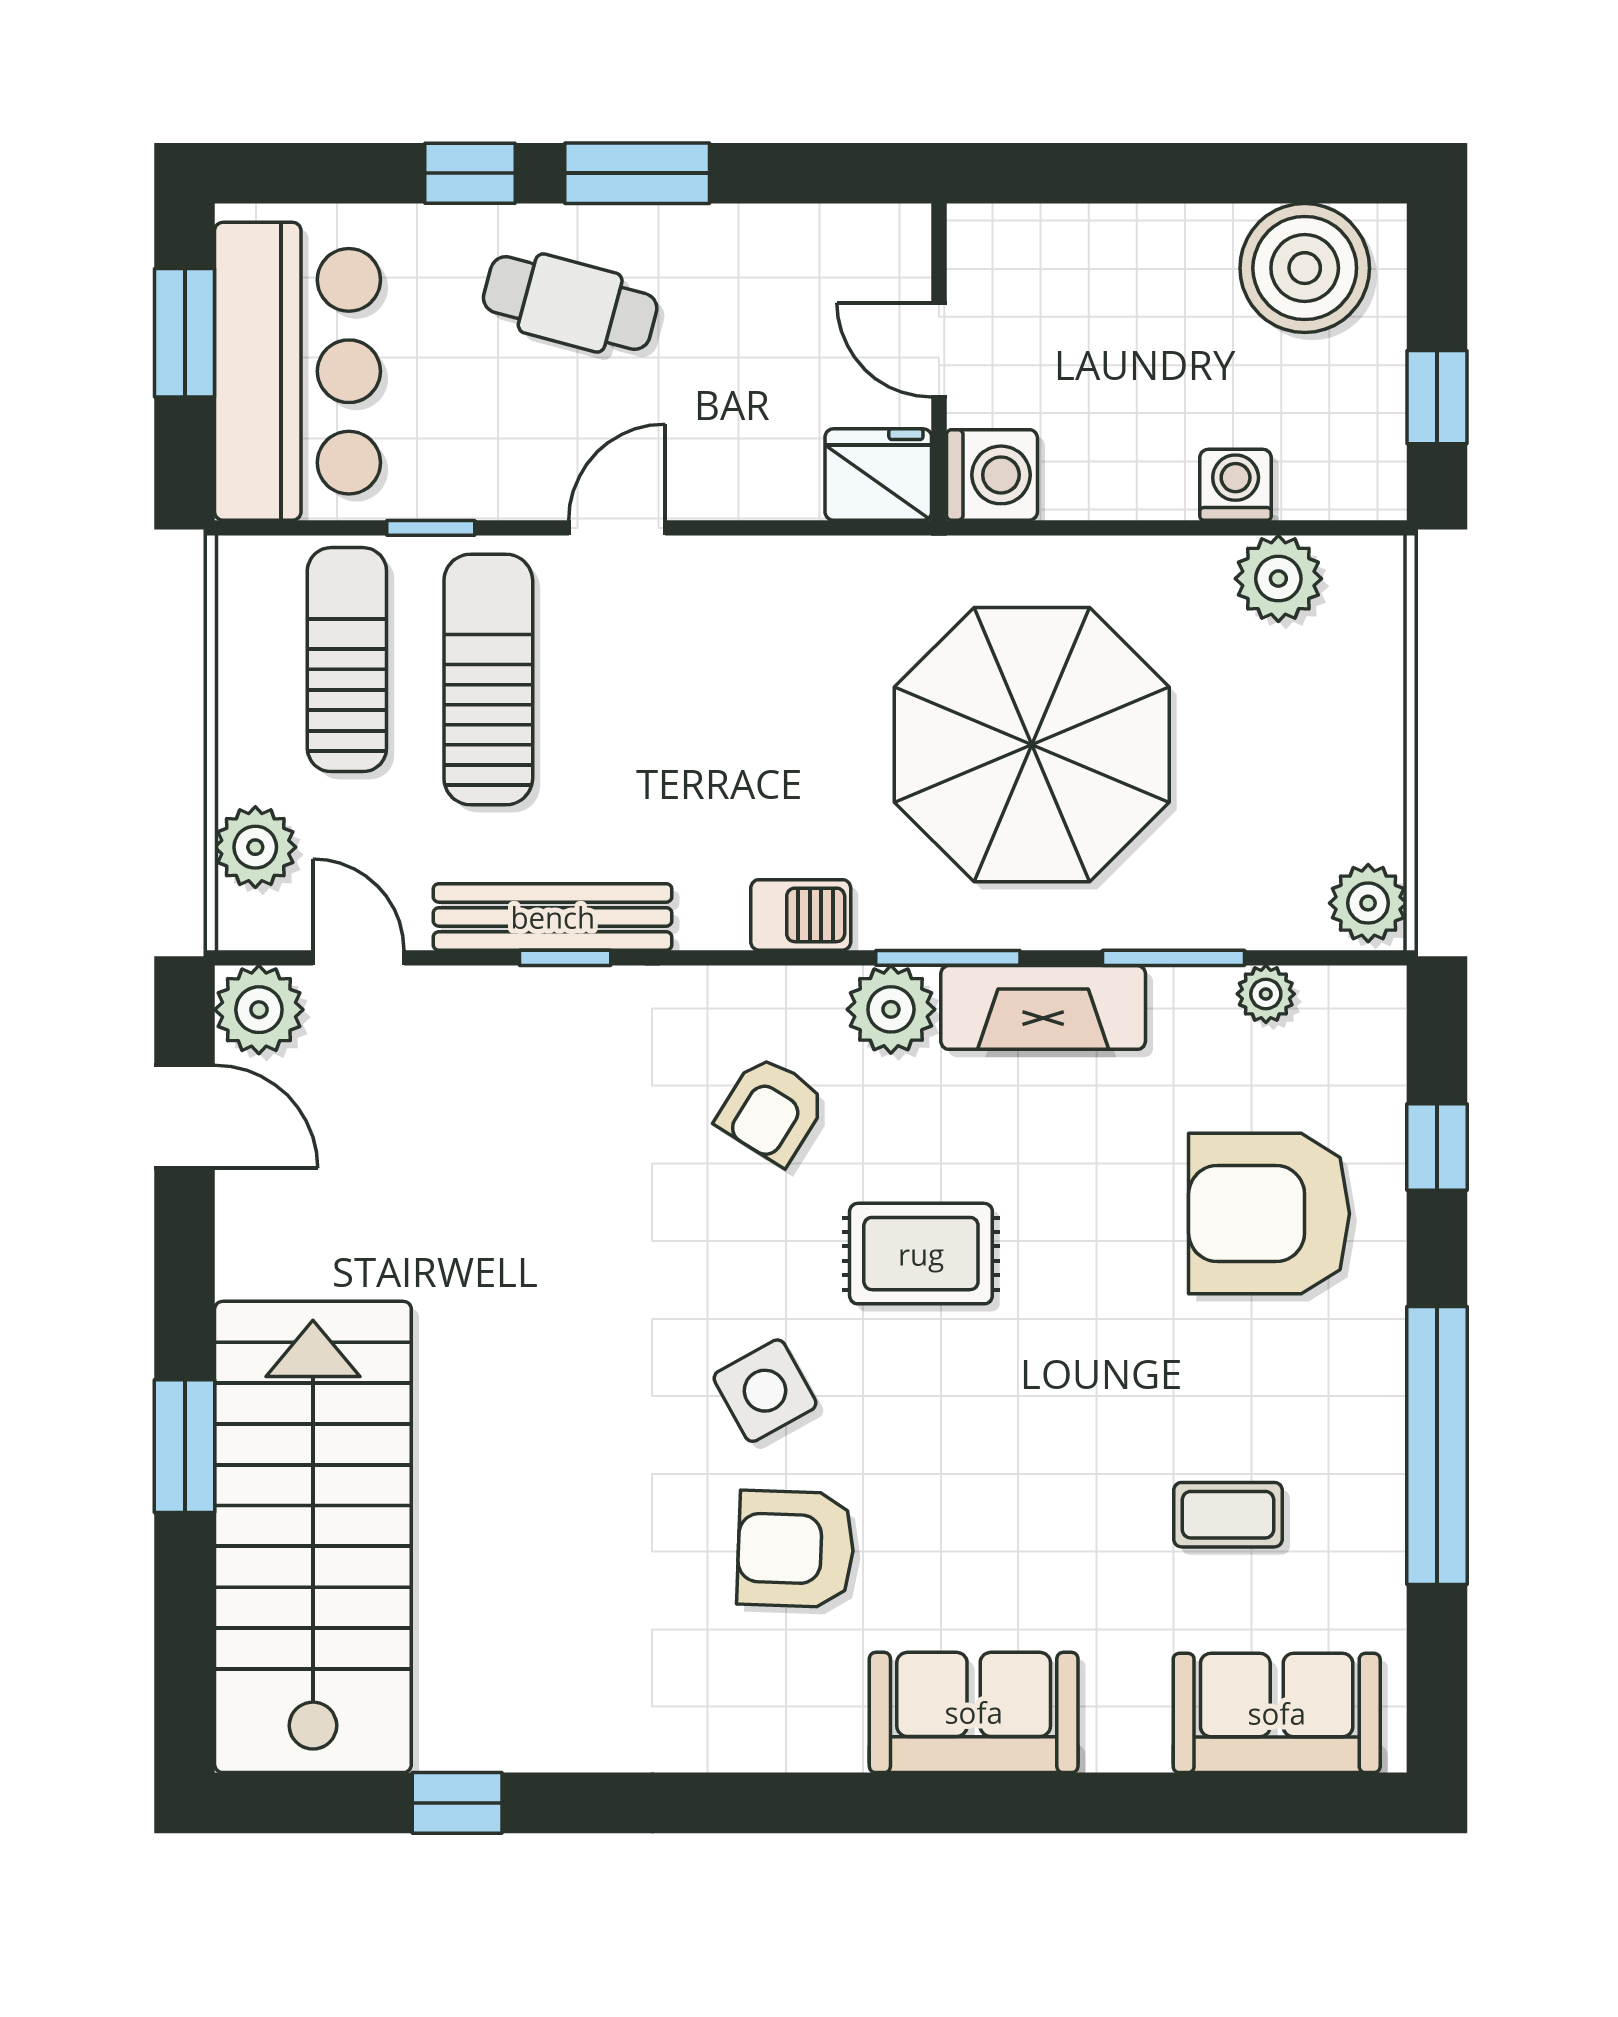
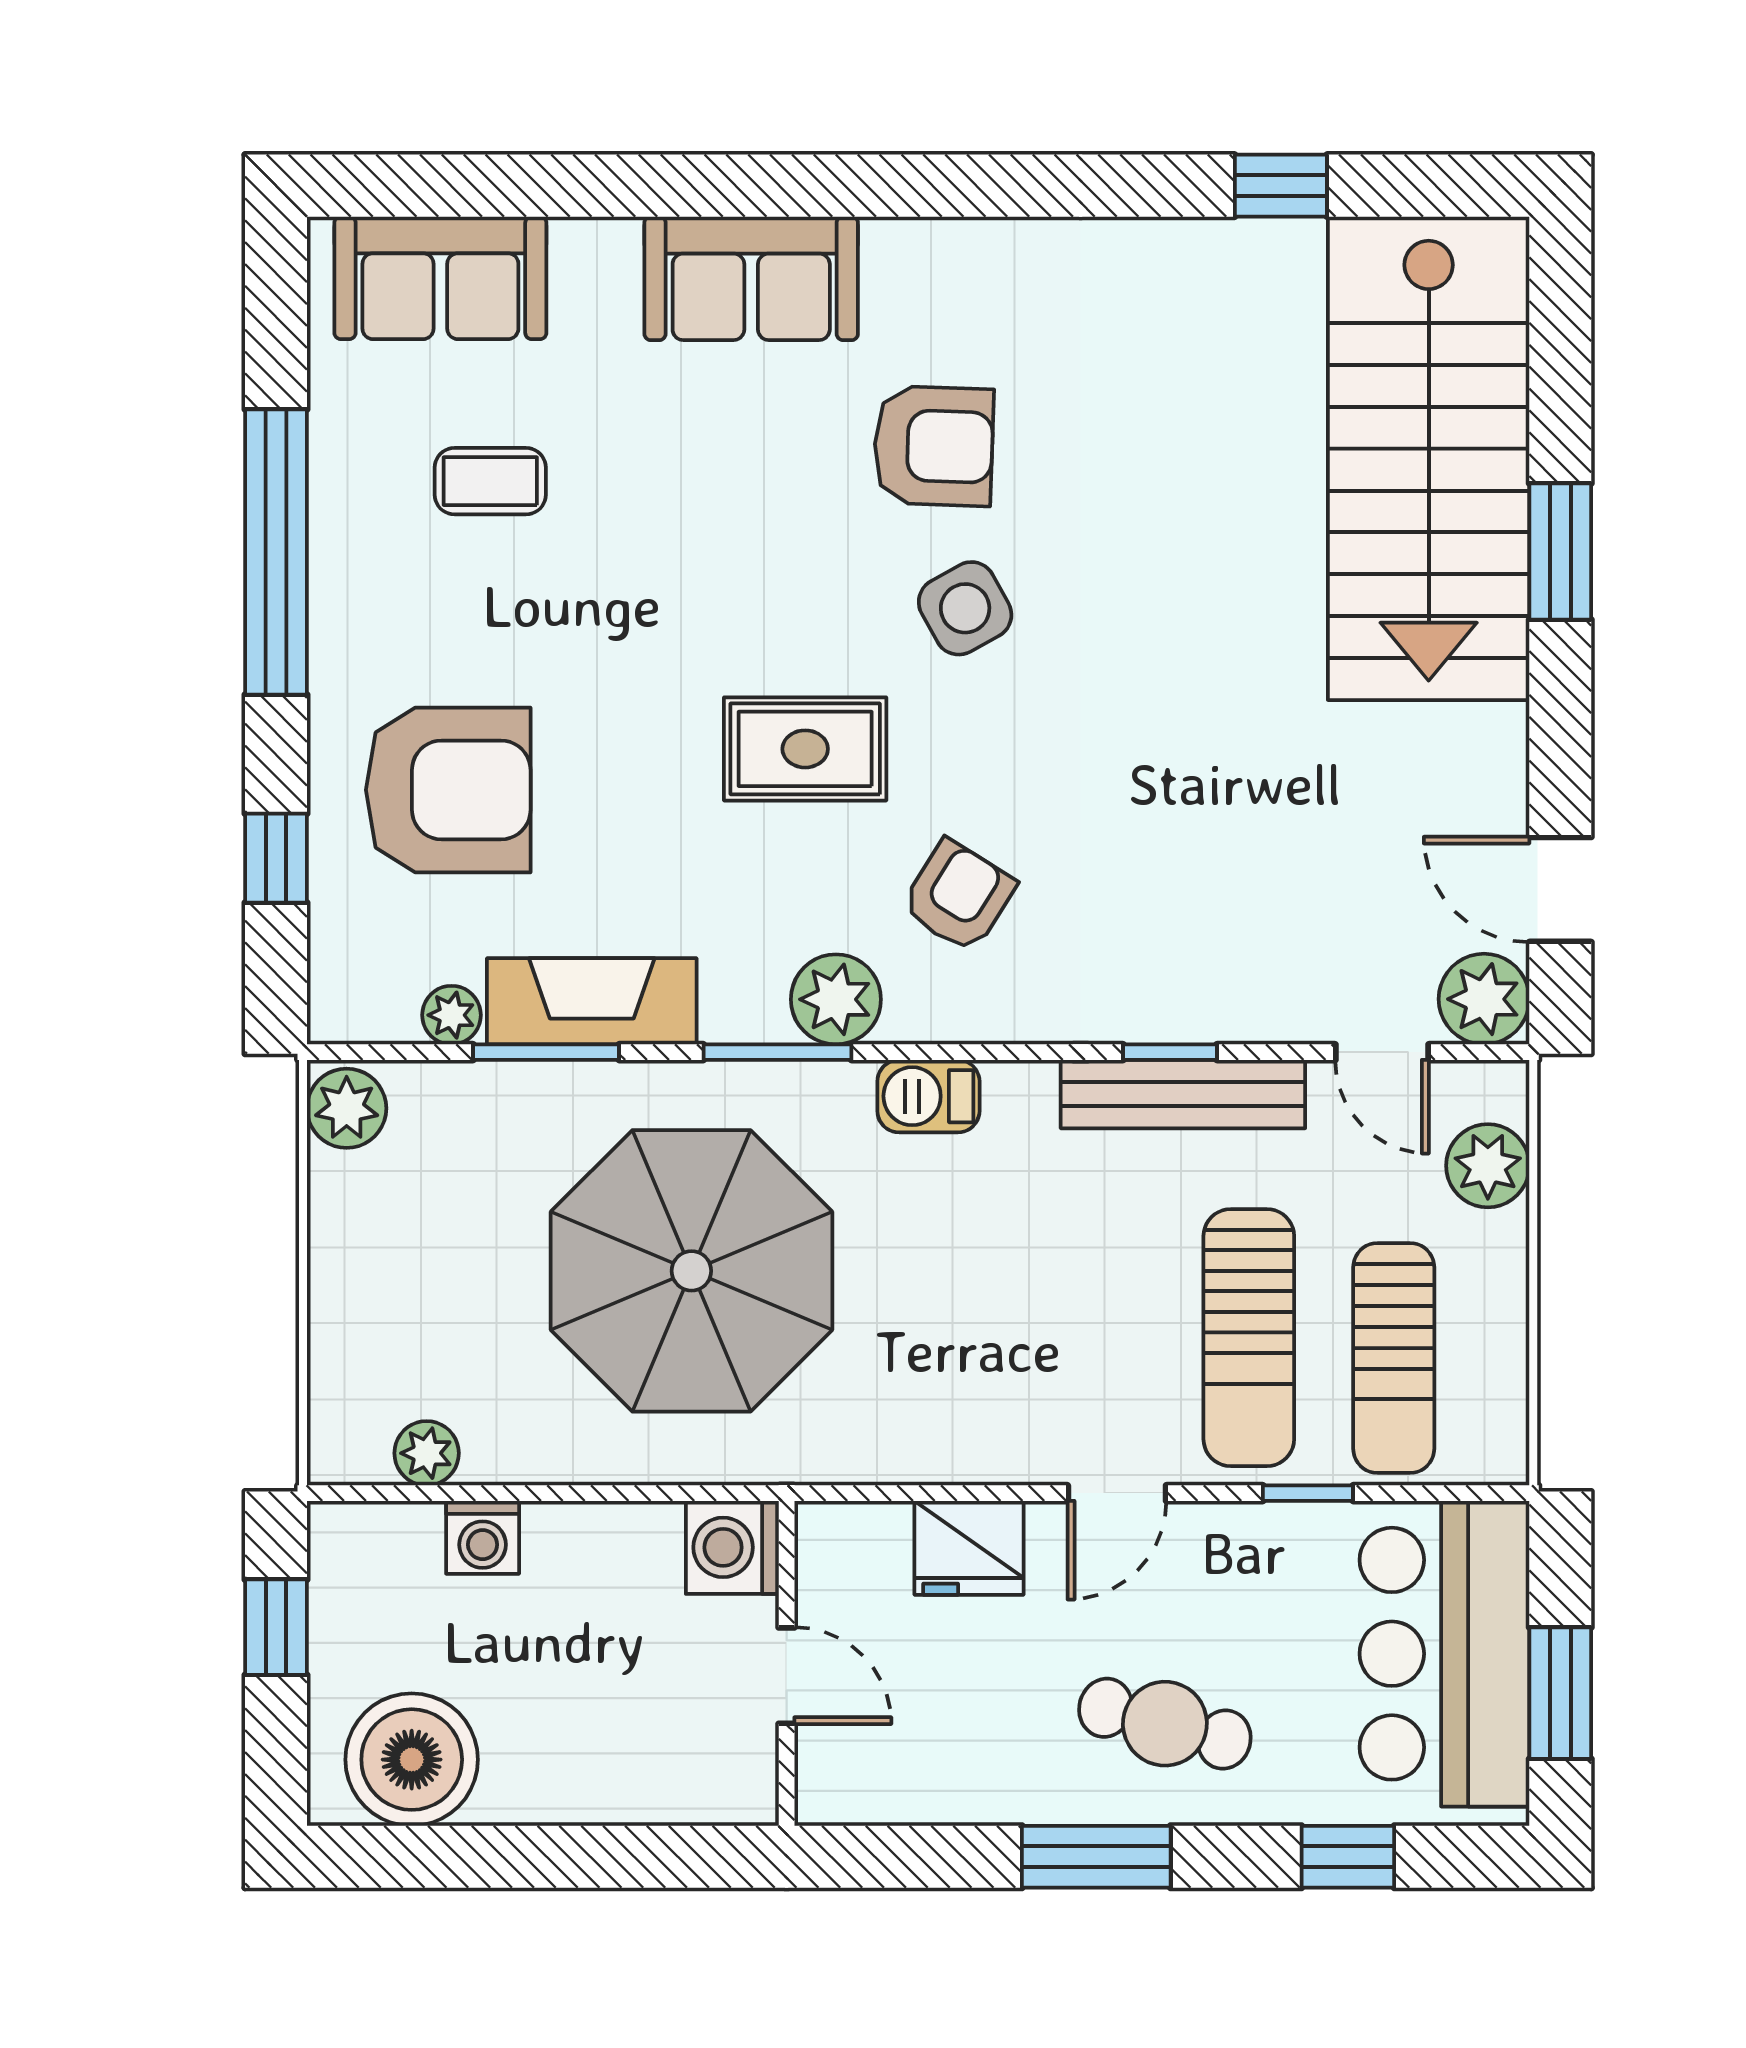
window: (470, 173) -> (1348, 1857), moved
fridge: (878, 474) -> (969, 1548), moved
plant: (1278, 579) -> (427, 1453), width x0.73, depth x0.73
fireplace: (1043, 1007) -> (592, 1001), moved

